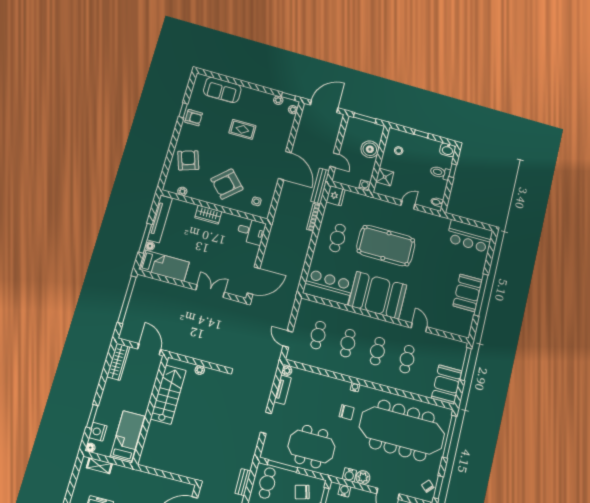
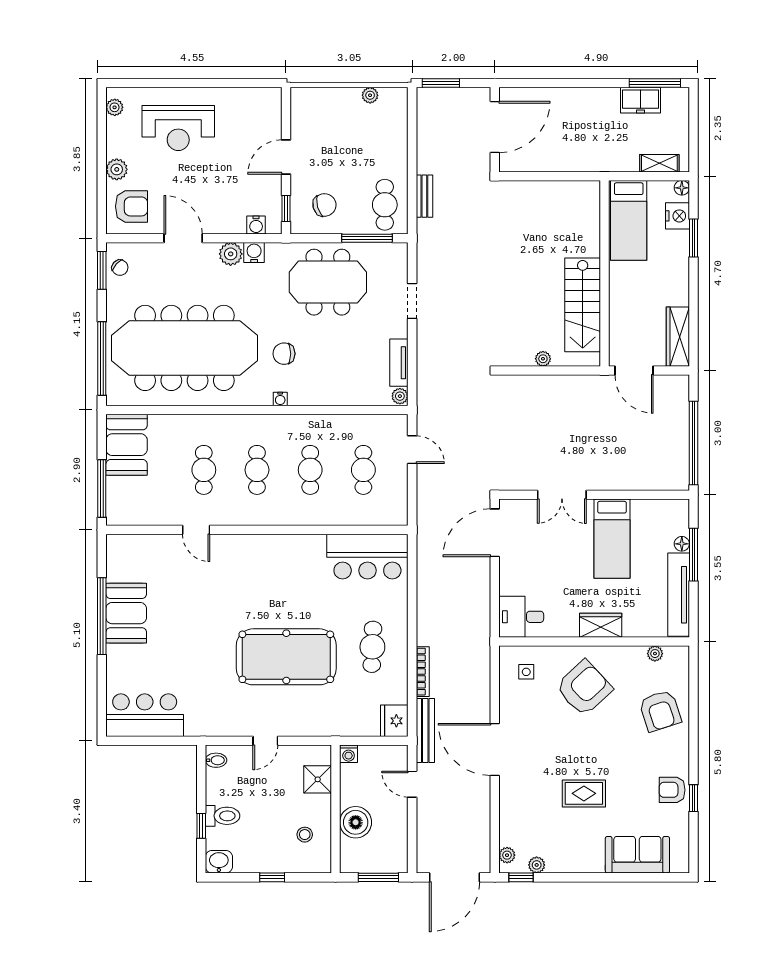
bed: (164, 266) -> (612, 539), moved, turned -90
booth: (378, 295) -> (280, 566), removed

